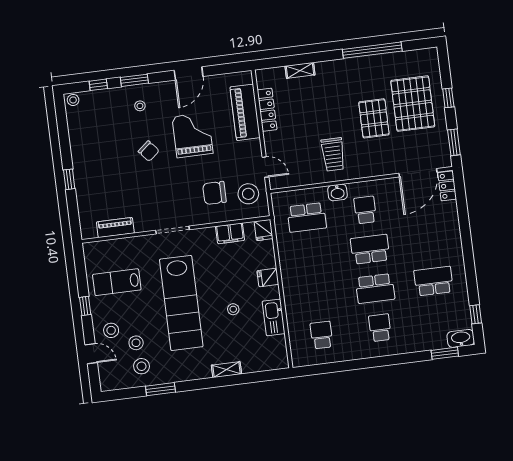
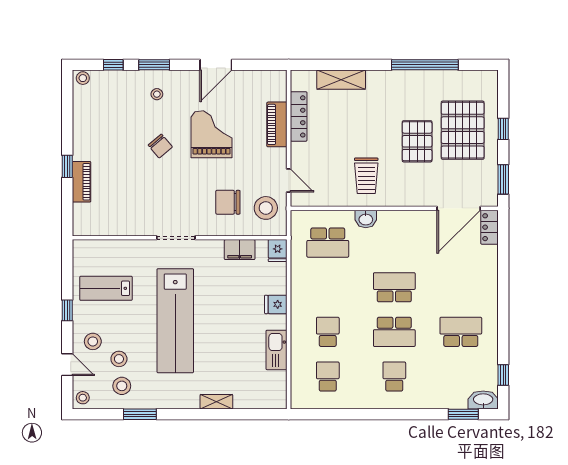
shelving: (300, 70) -> (341, 80), width x1.50, depth x1.33
piano: (245, 112) -> (277, 124), width x0.73, depth x0.75
school desk: (365, 210) -> (328, 332), moved
piano: (115, 228) -> (82, 182), moved, turned 90
stool: (233, 309) -> (83, 398), moved

